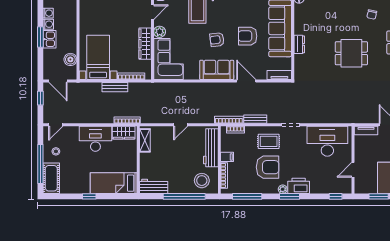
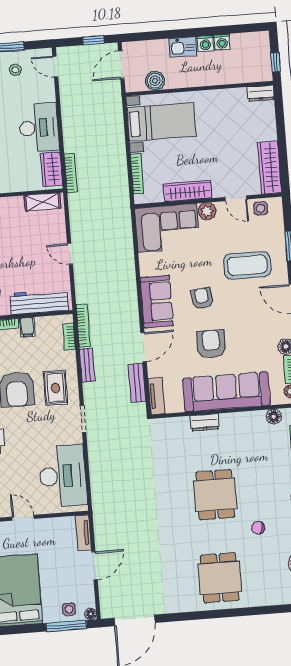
window: (40, 37) -> (185, 33), removed
dining table: (351, 53) -> (215, 495), moved
bench: (115, 87) -> (137, 383), moved

